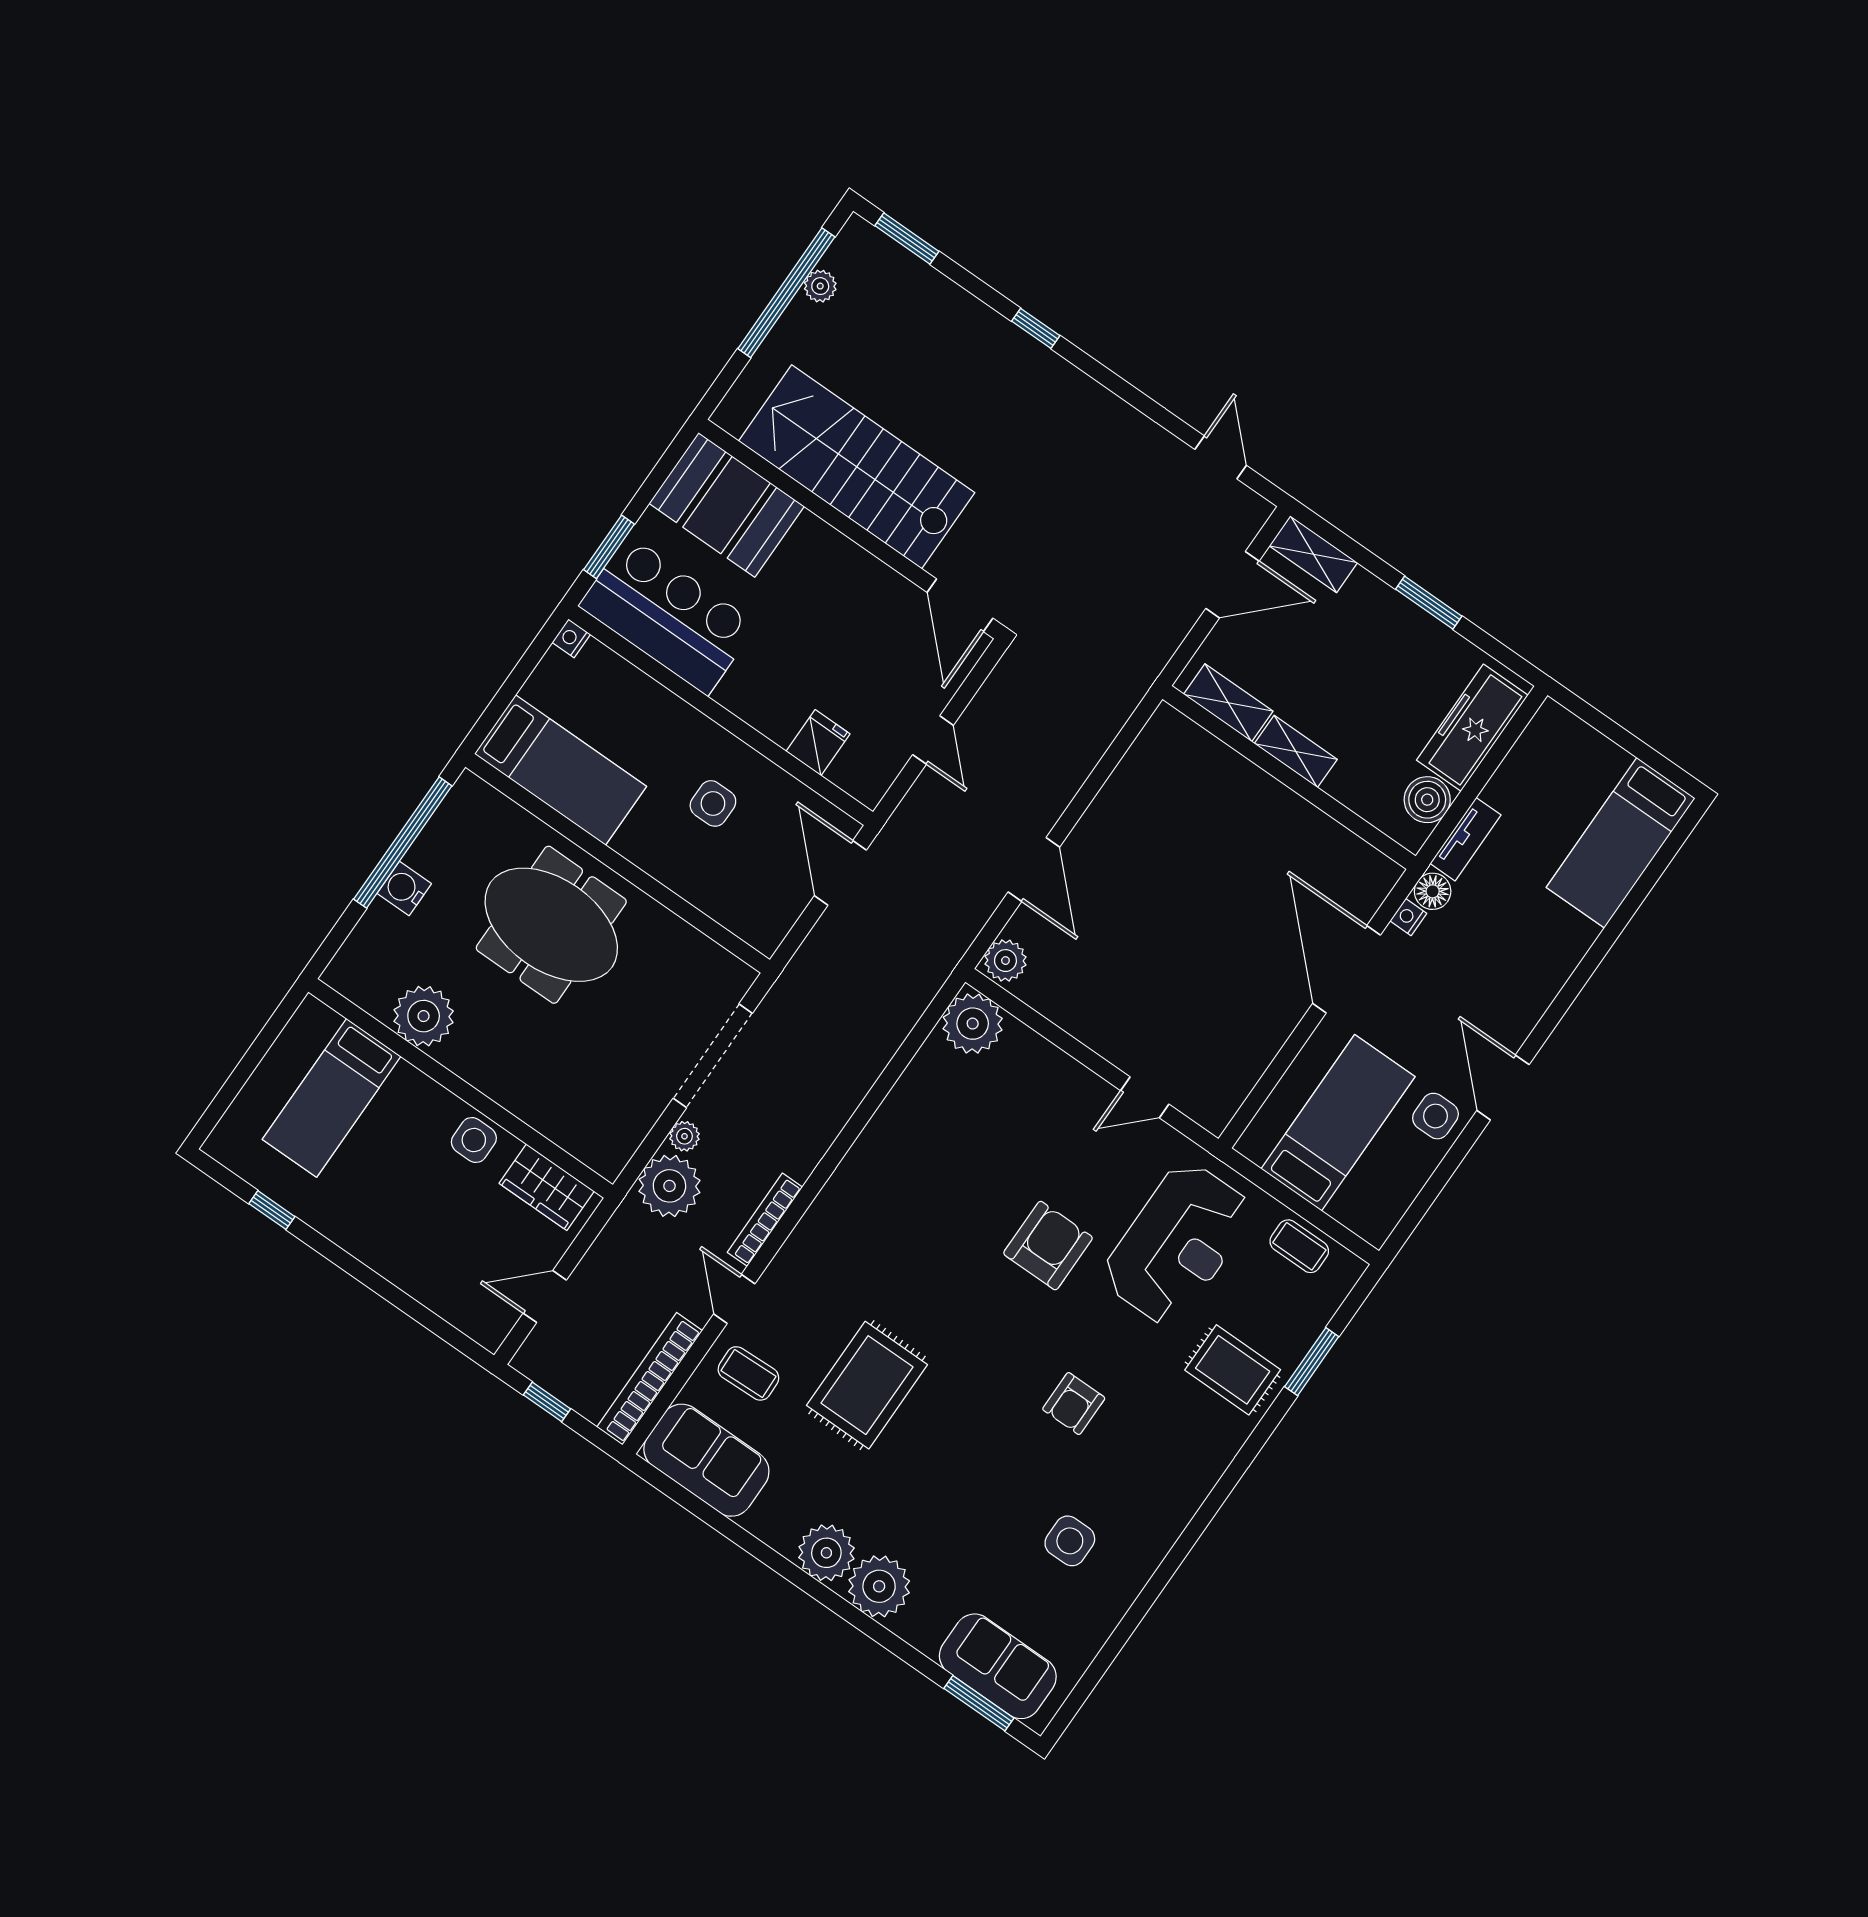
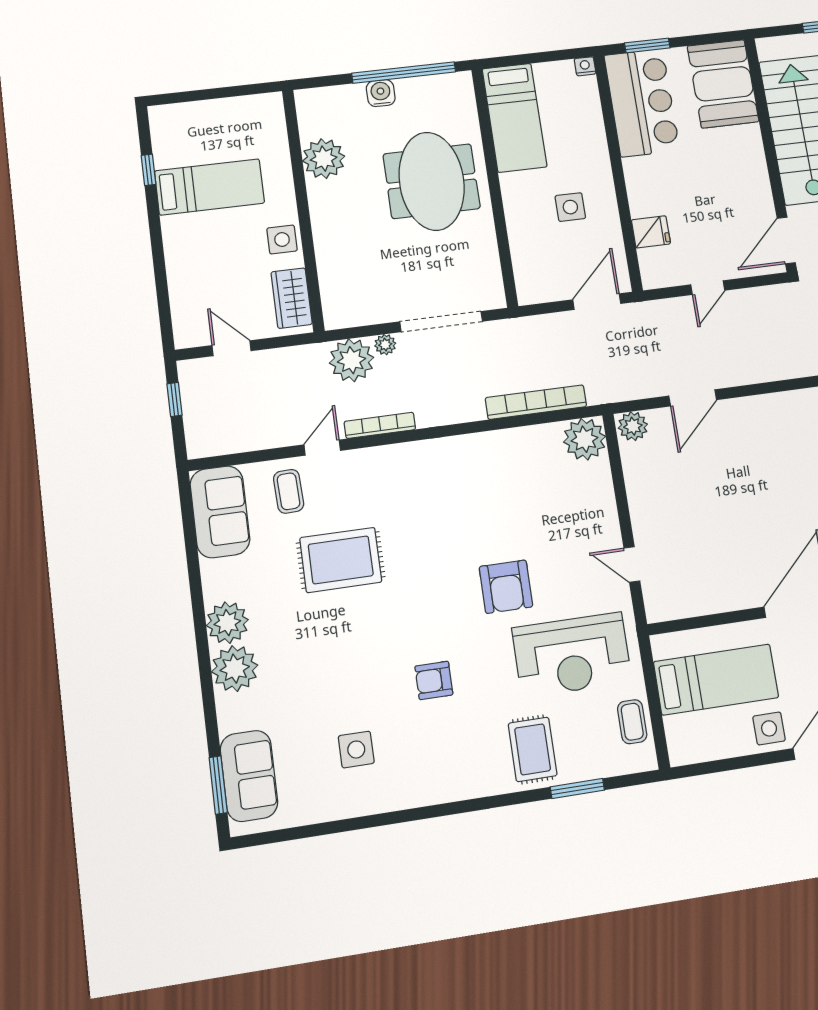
bed: (332, 1098) -> (210, 187), moved, turned 180
armchair: (1048, 1246) -> (506, 587), turned 90
bookcase: (650, 1379) -> (536, 402), moved

